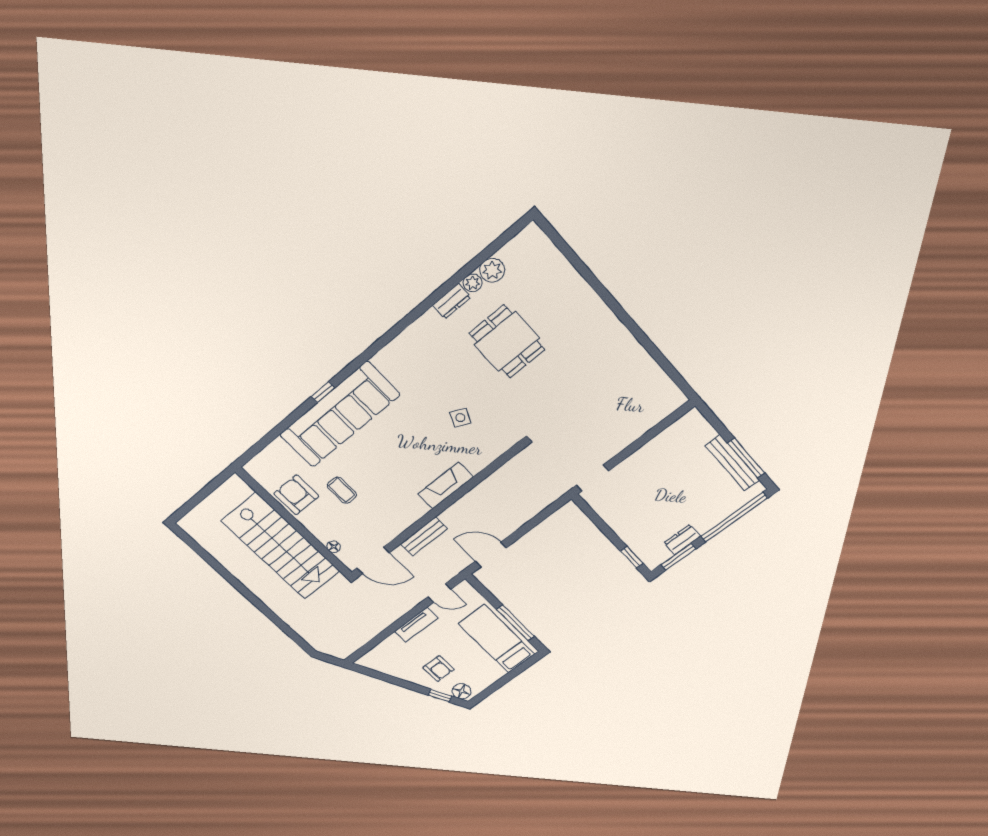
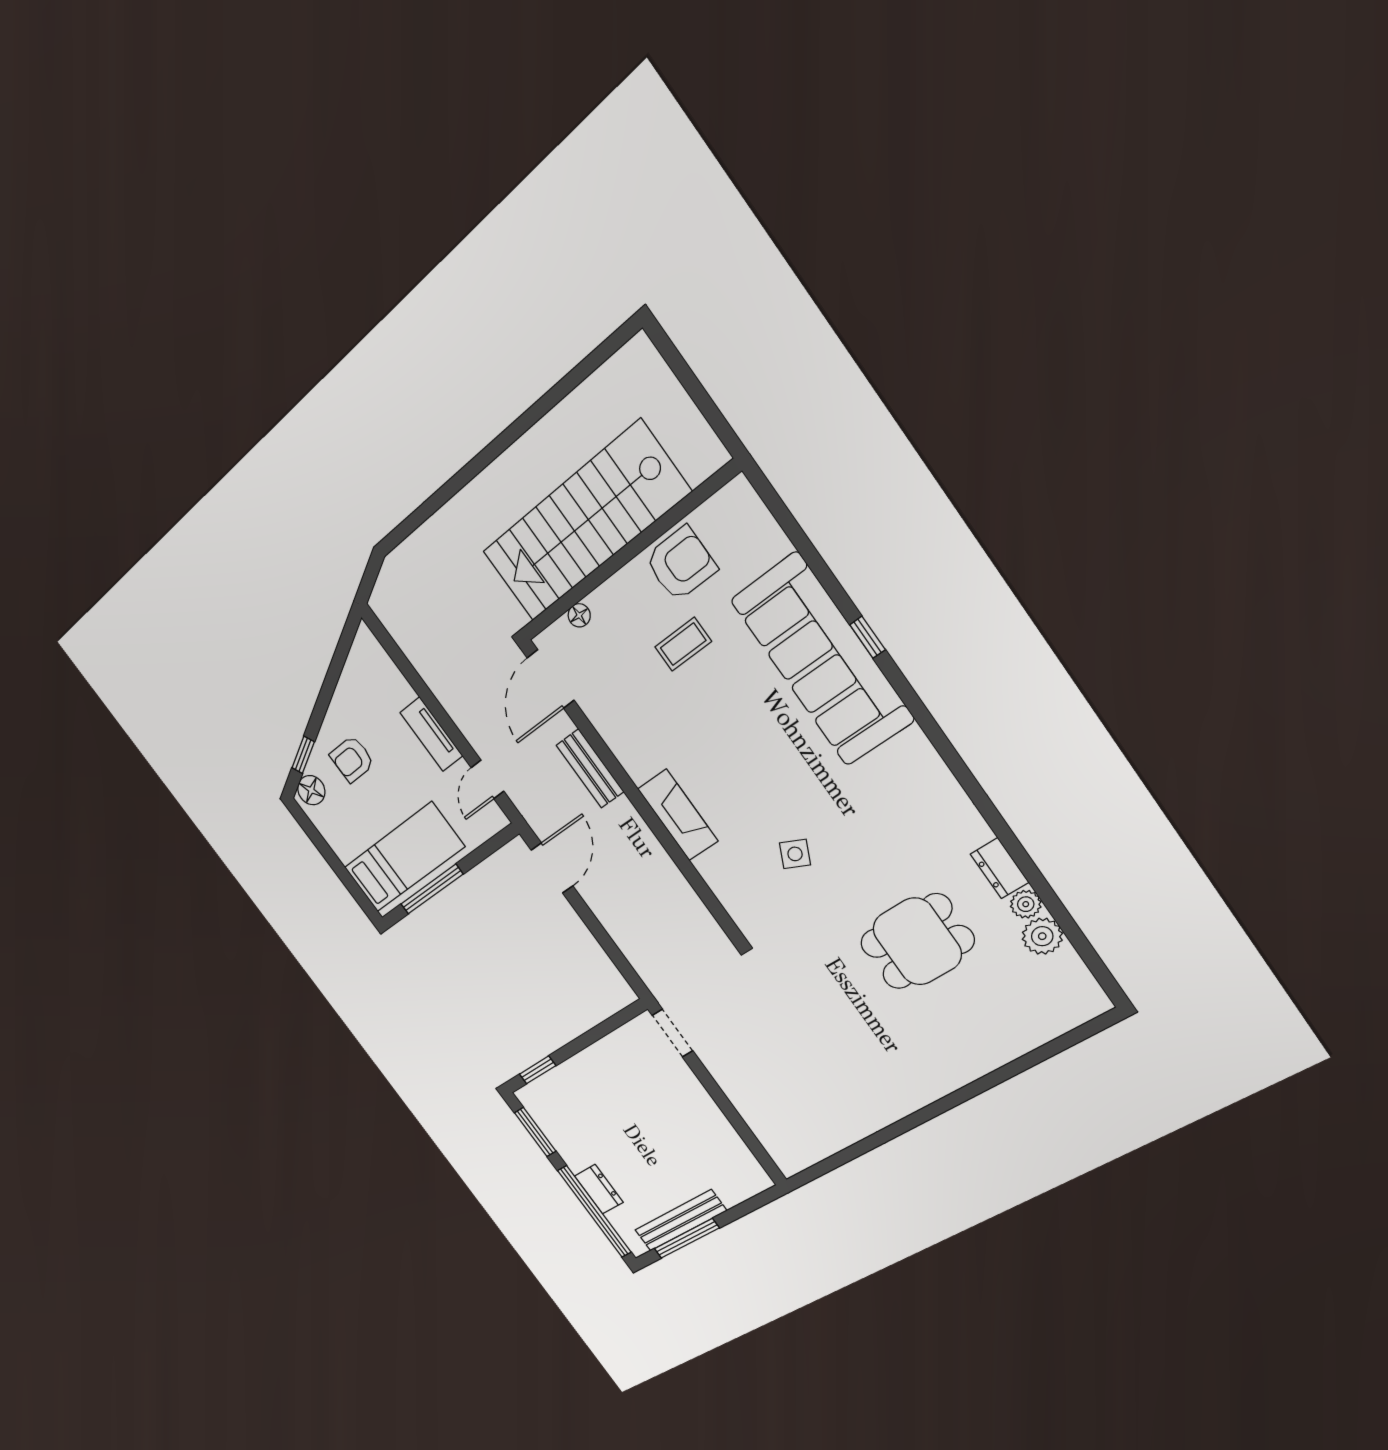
dresser: (682, 540) -> (599, 1189), moved

